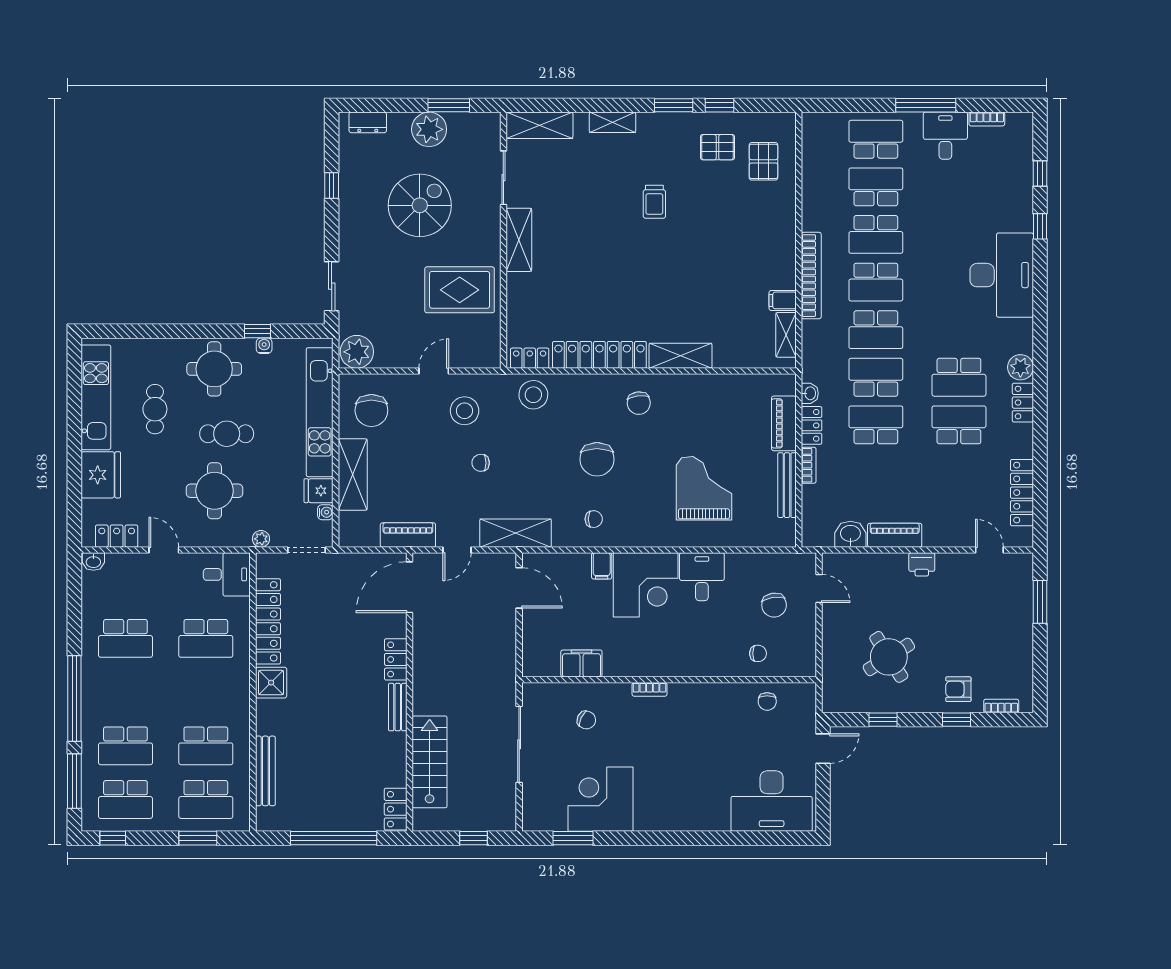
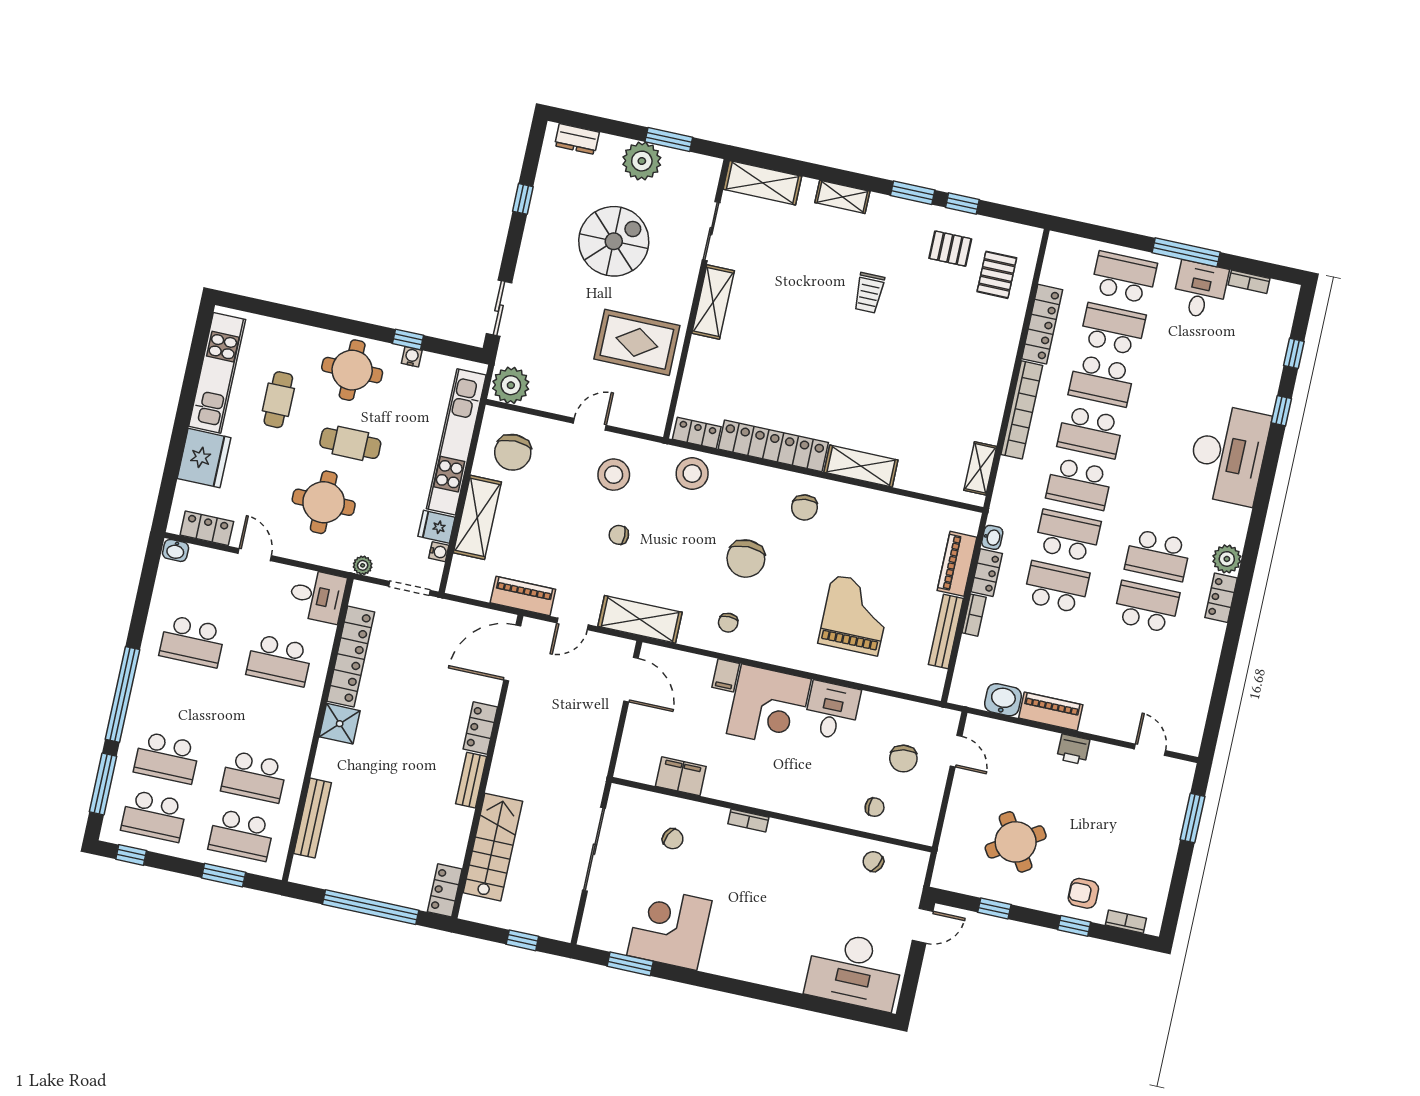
filing cabinet: (783, 300) -> (985, 430), removed
locker: (1022, 493) -> (1042, 324), moved, turned 180
chair: (594, 519) -> (728, 623), turned 90
chair: (767, 701) -> (873, 861), turned 118

